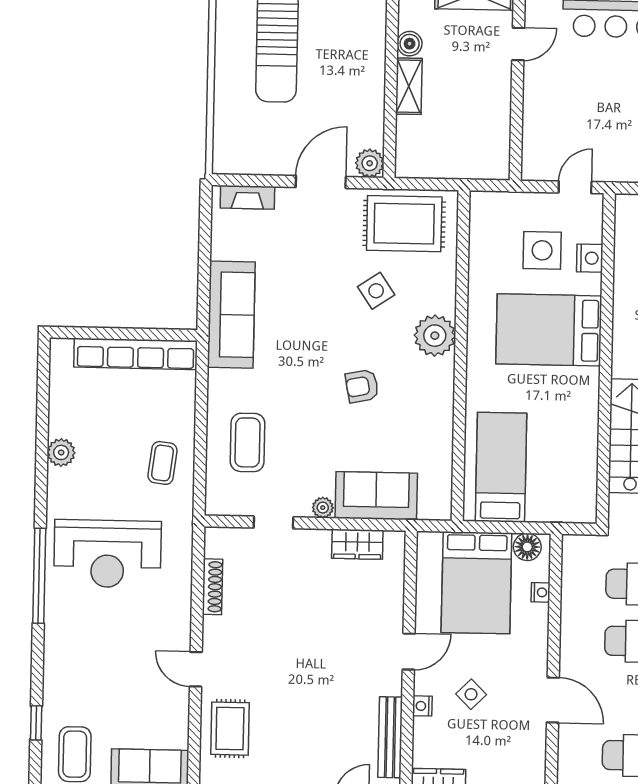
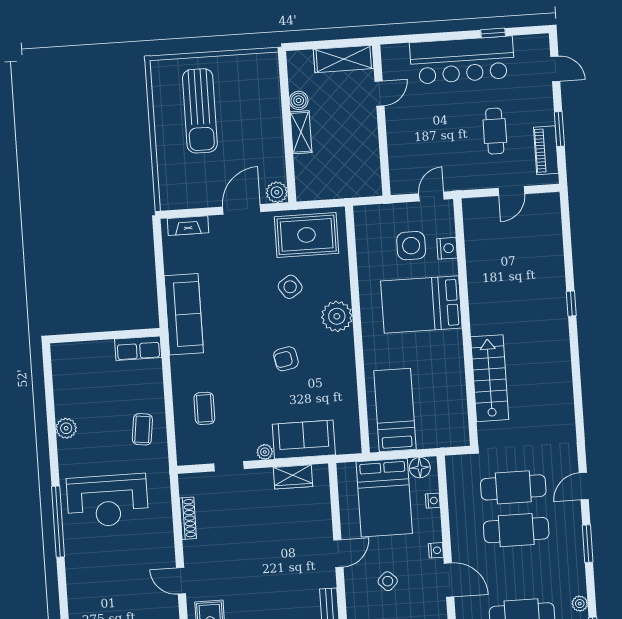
row of seats: (136, 354) -> (138, 348), width x0.50
coffee table: (247, 442) -> (204, 408), width x0.73, depth x0.77
nightstand: (422, 706) -> (436, 550), moved, turned 180

